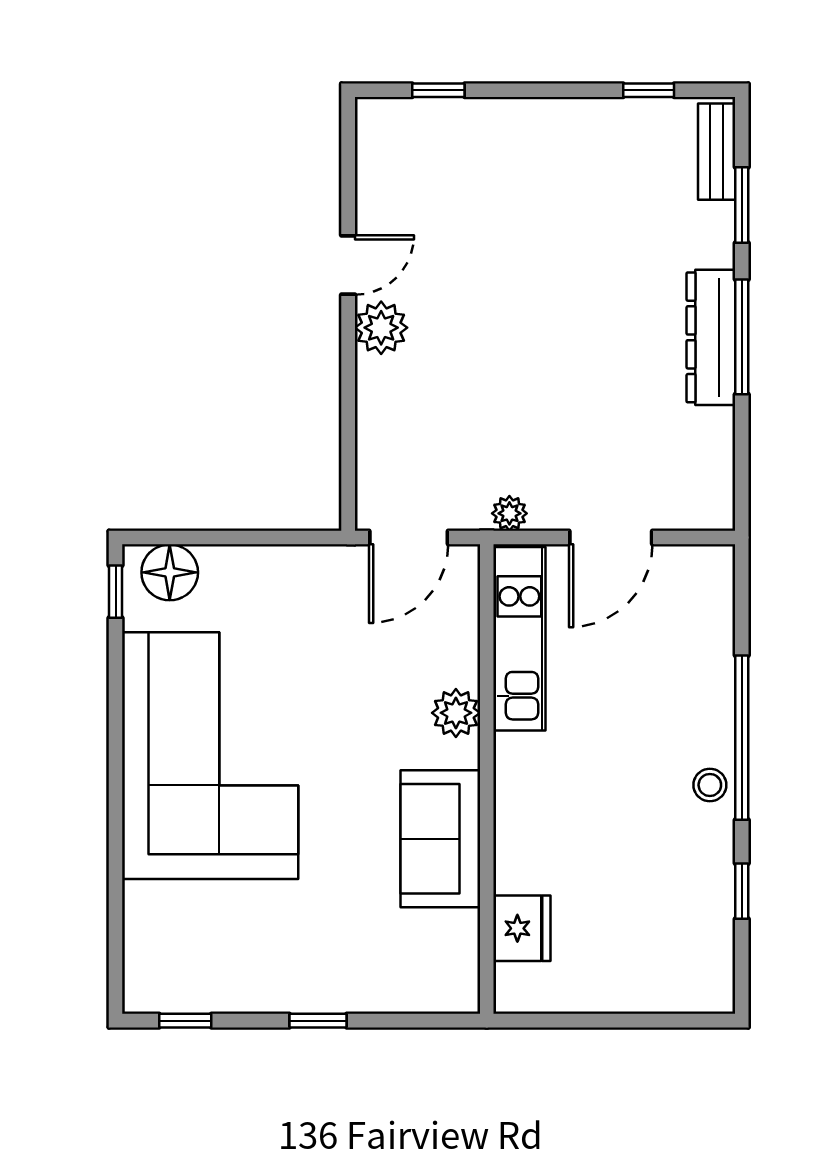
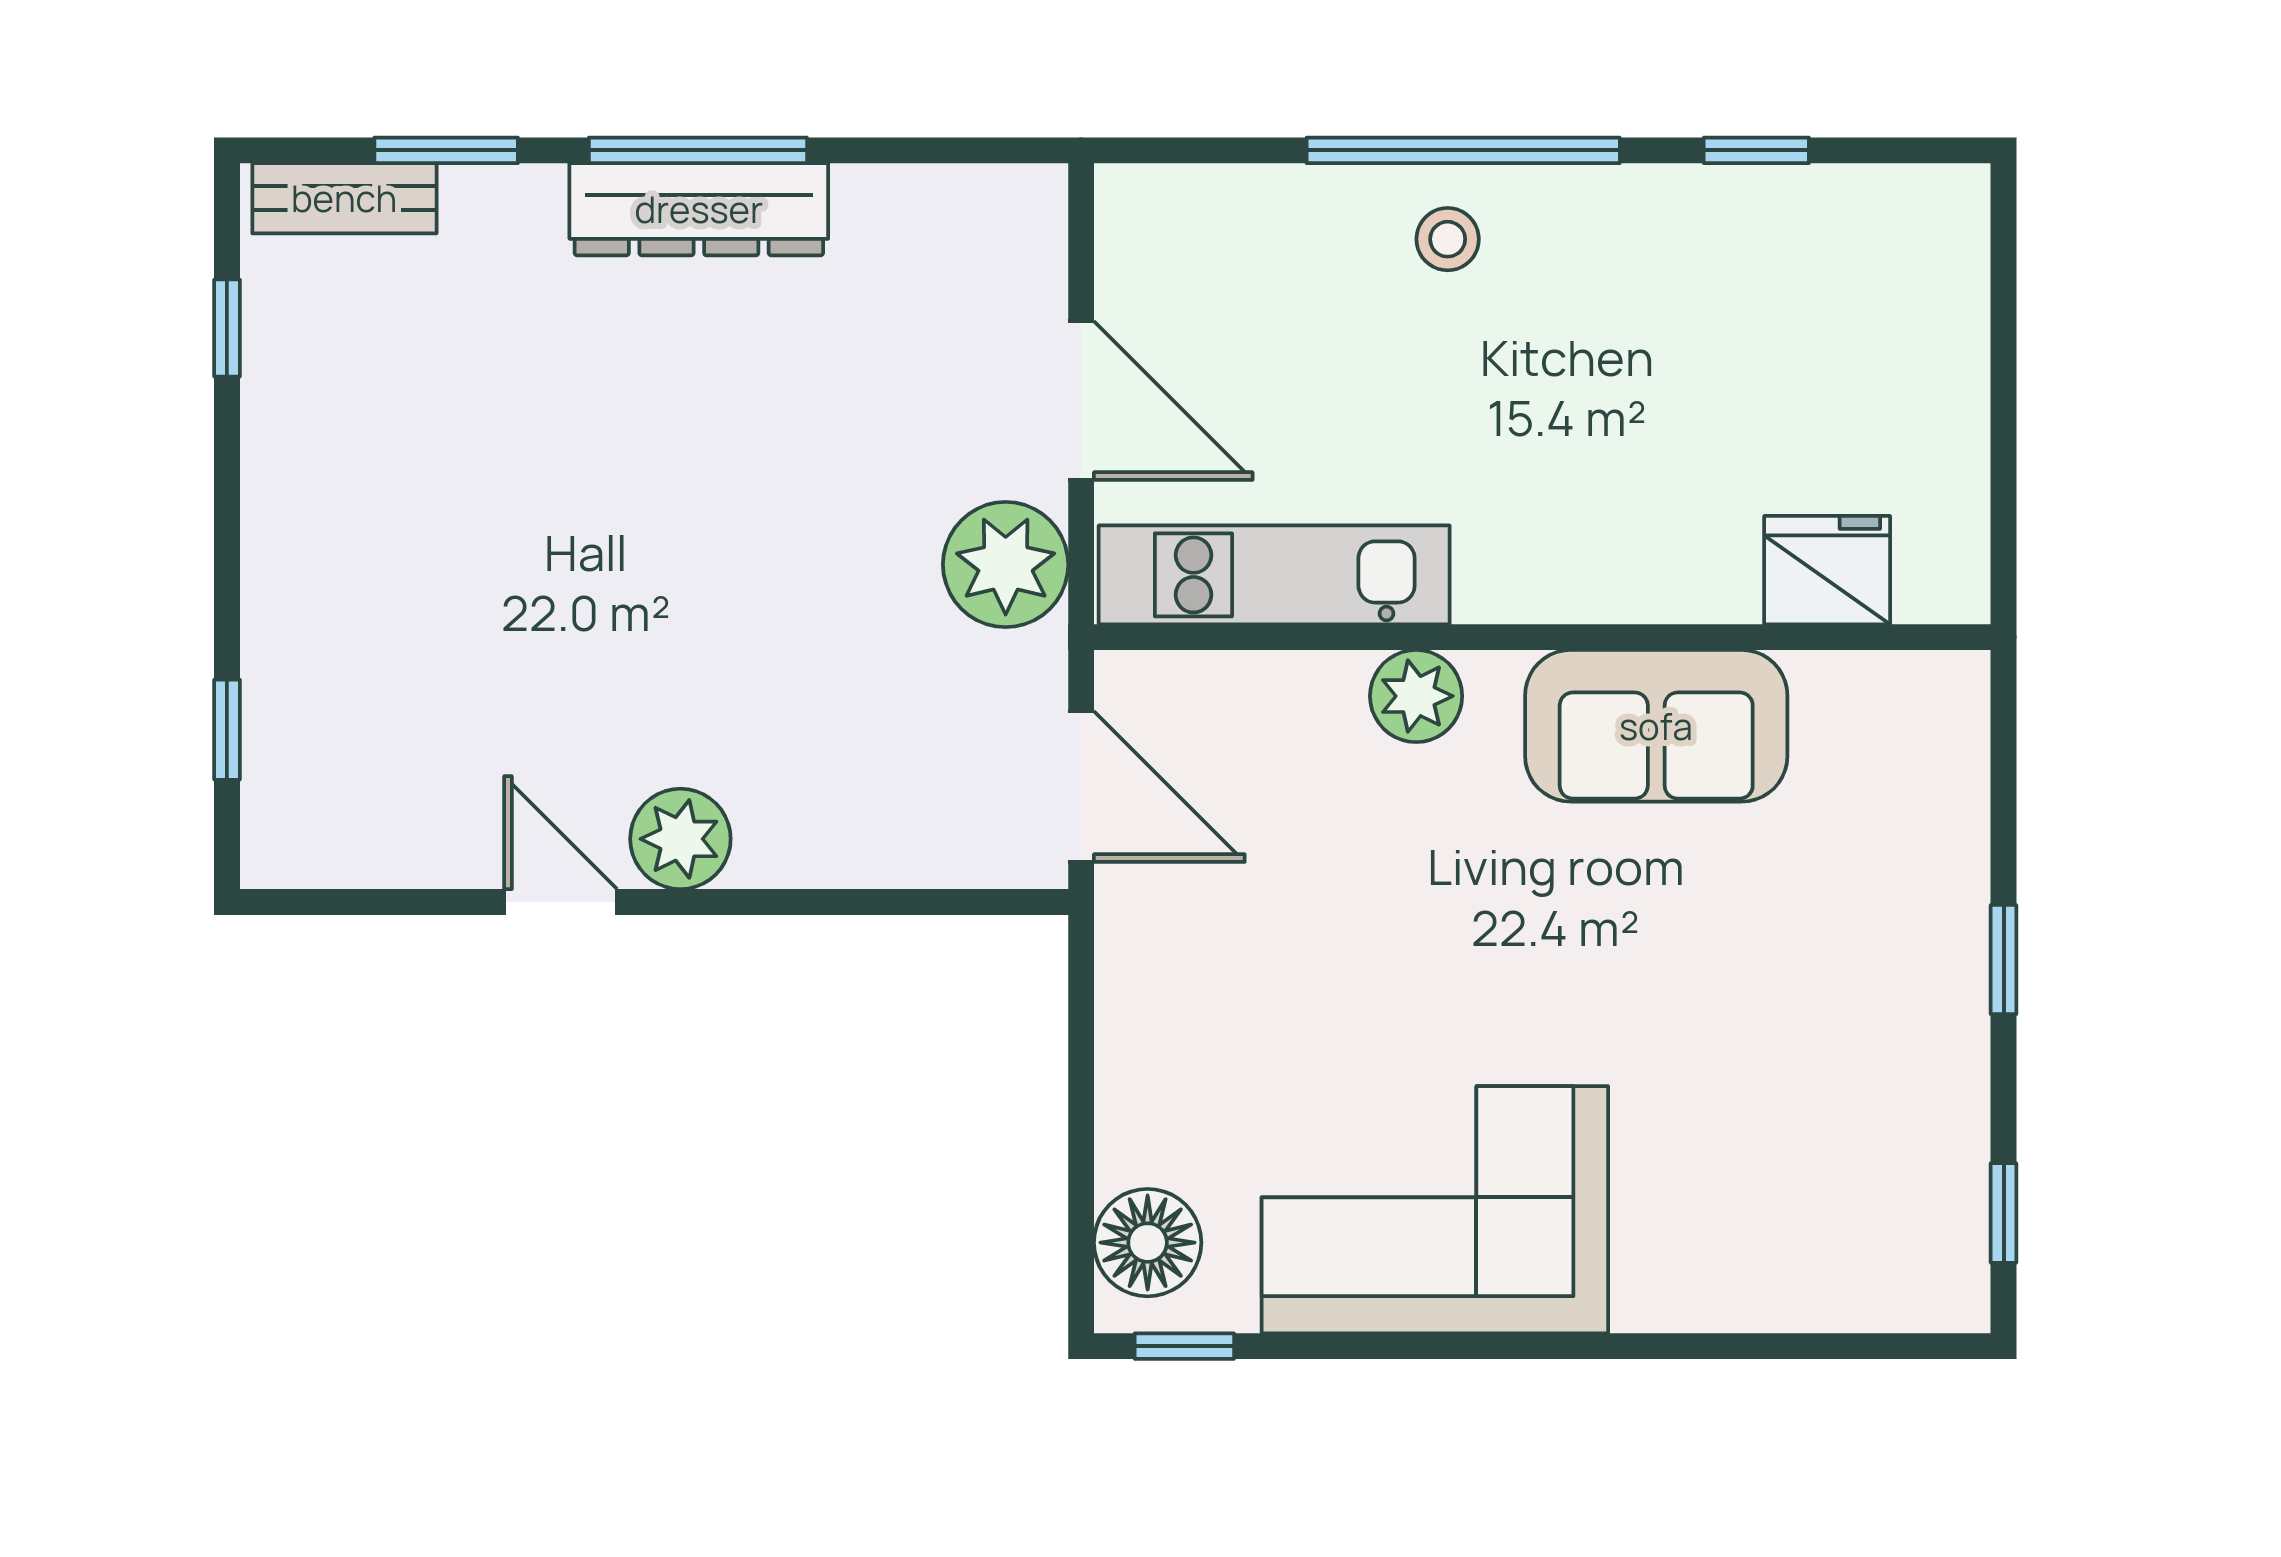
plant: (509, 513) -> (1006, 565), width x1.87, depth x1.87
corner sofa: (210, 756) -> (1435, 1210), width x0.73, depth x0.74
stool: (710, 785) -> (1448, 239), moved

